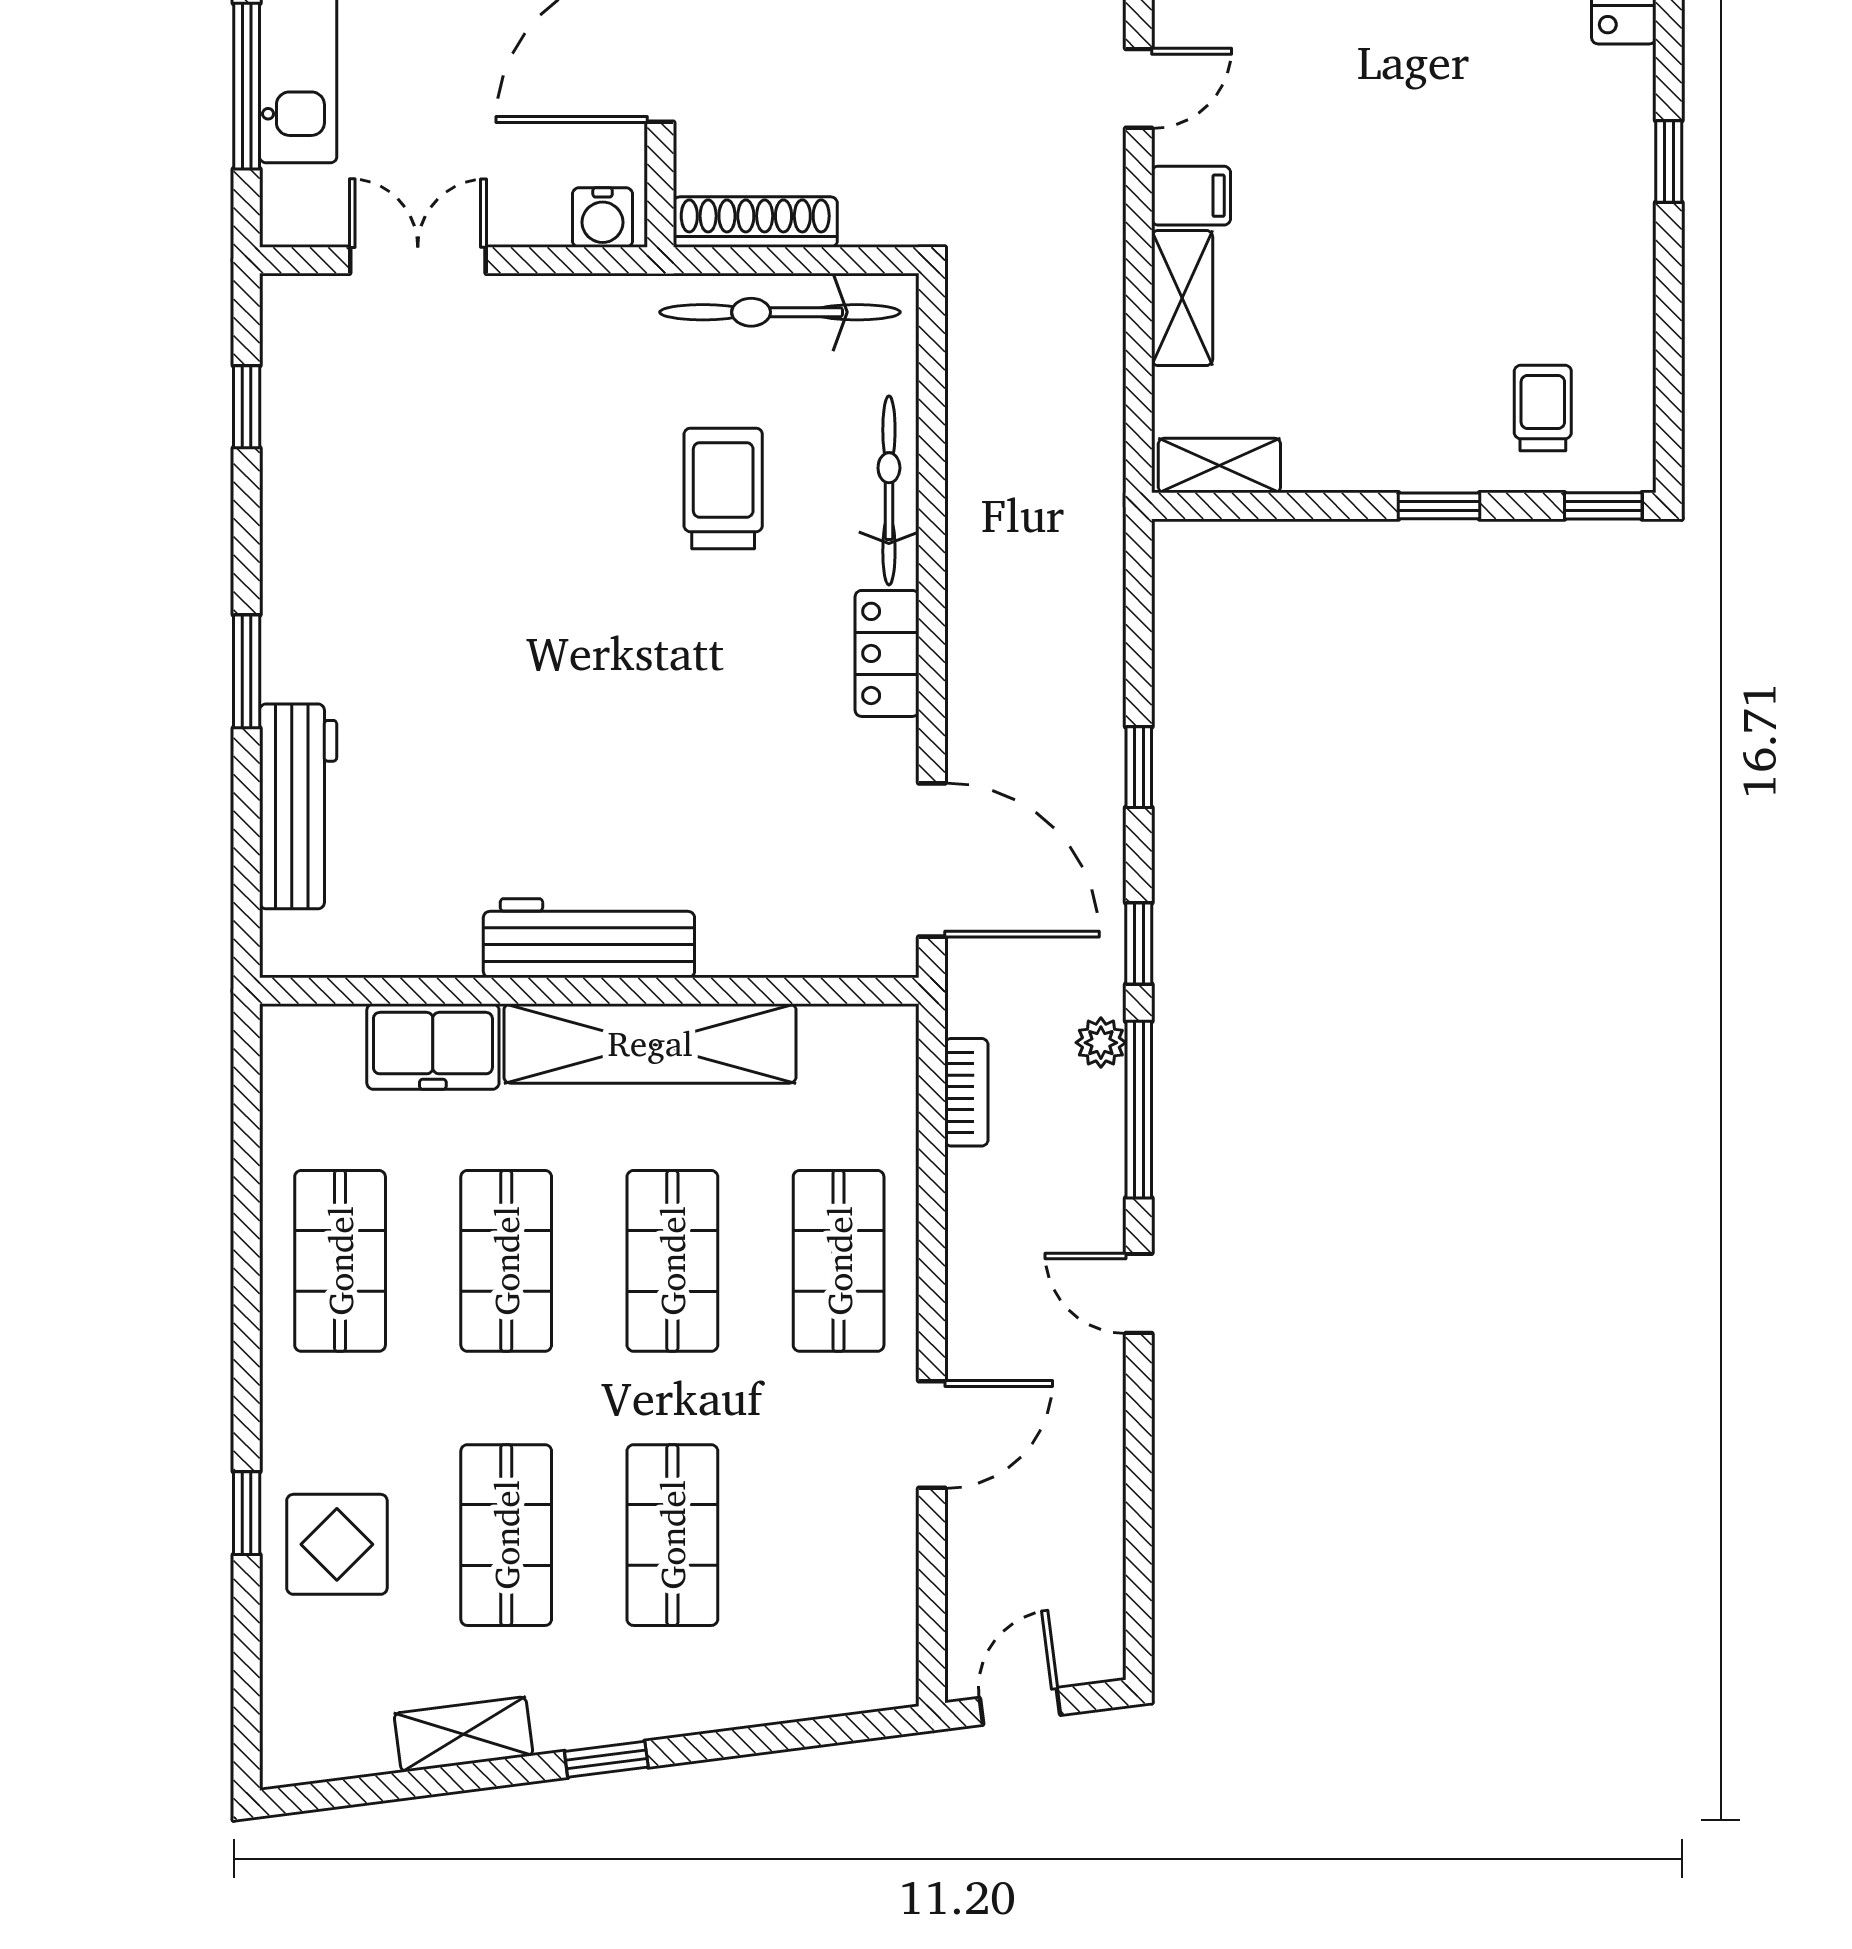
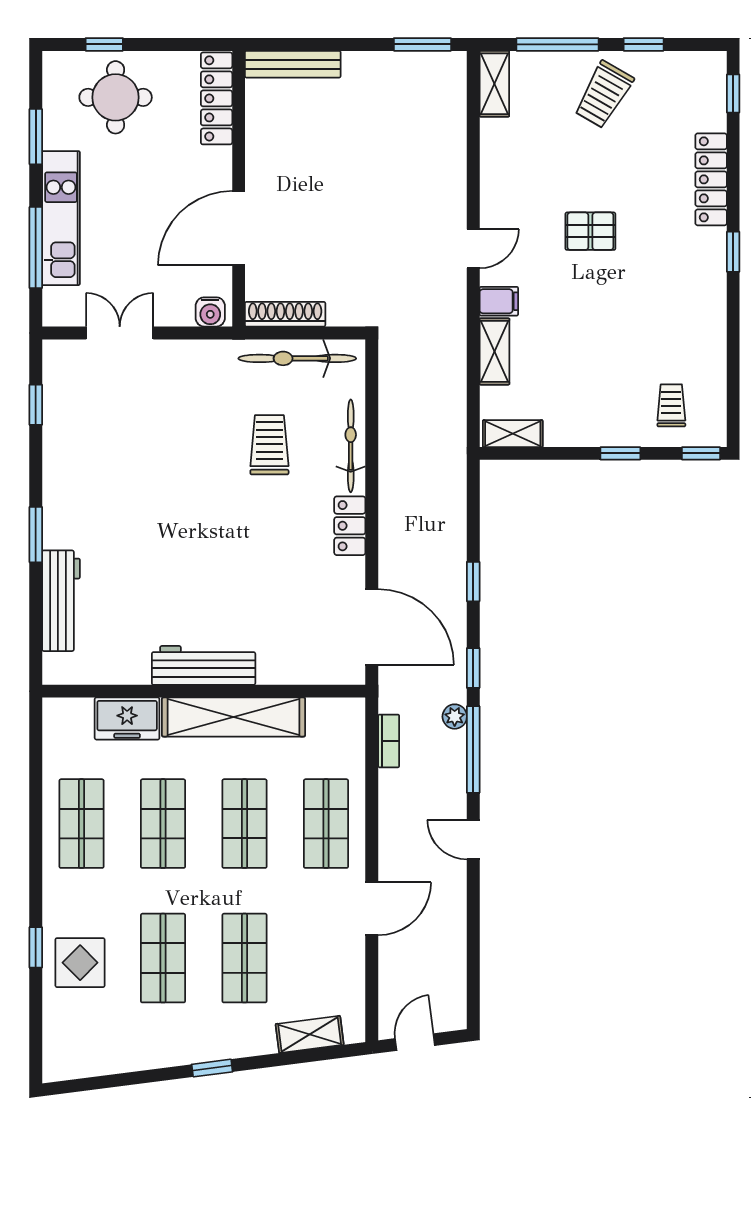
pallet: (1378, 53) -> (590, 231), added
window: (1669, 162) -> (733, 252), moved
shelving: (464, 1734) -> (310, 1034), moved

